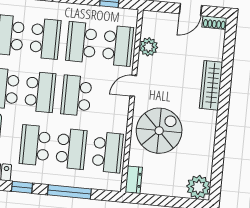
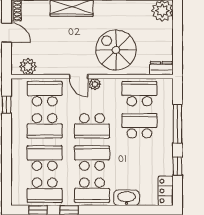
plant: (148, 47) -> (28, 66), moved
plant: (123, 103) -> (95, 84), added
school desk: (35, 145) -> (139, 158), removed

